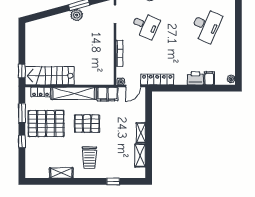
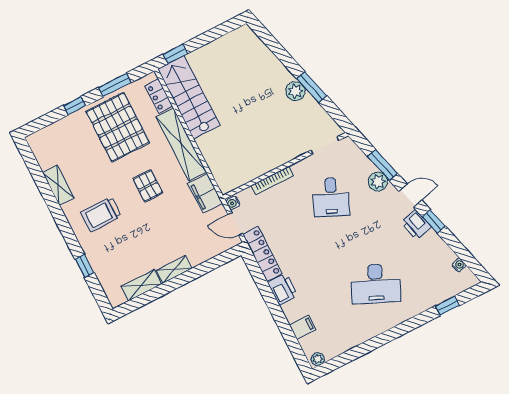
printer: (195, 78) -> (283, 289), moved
pallet: (87, 124) -> (148, 186), width x0.67, depth x0.71

